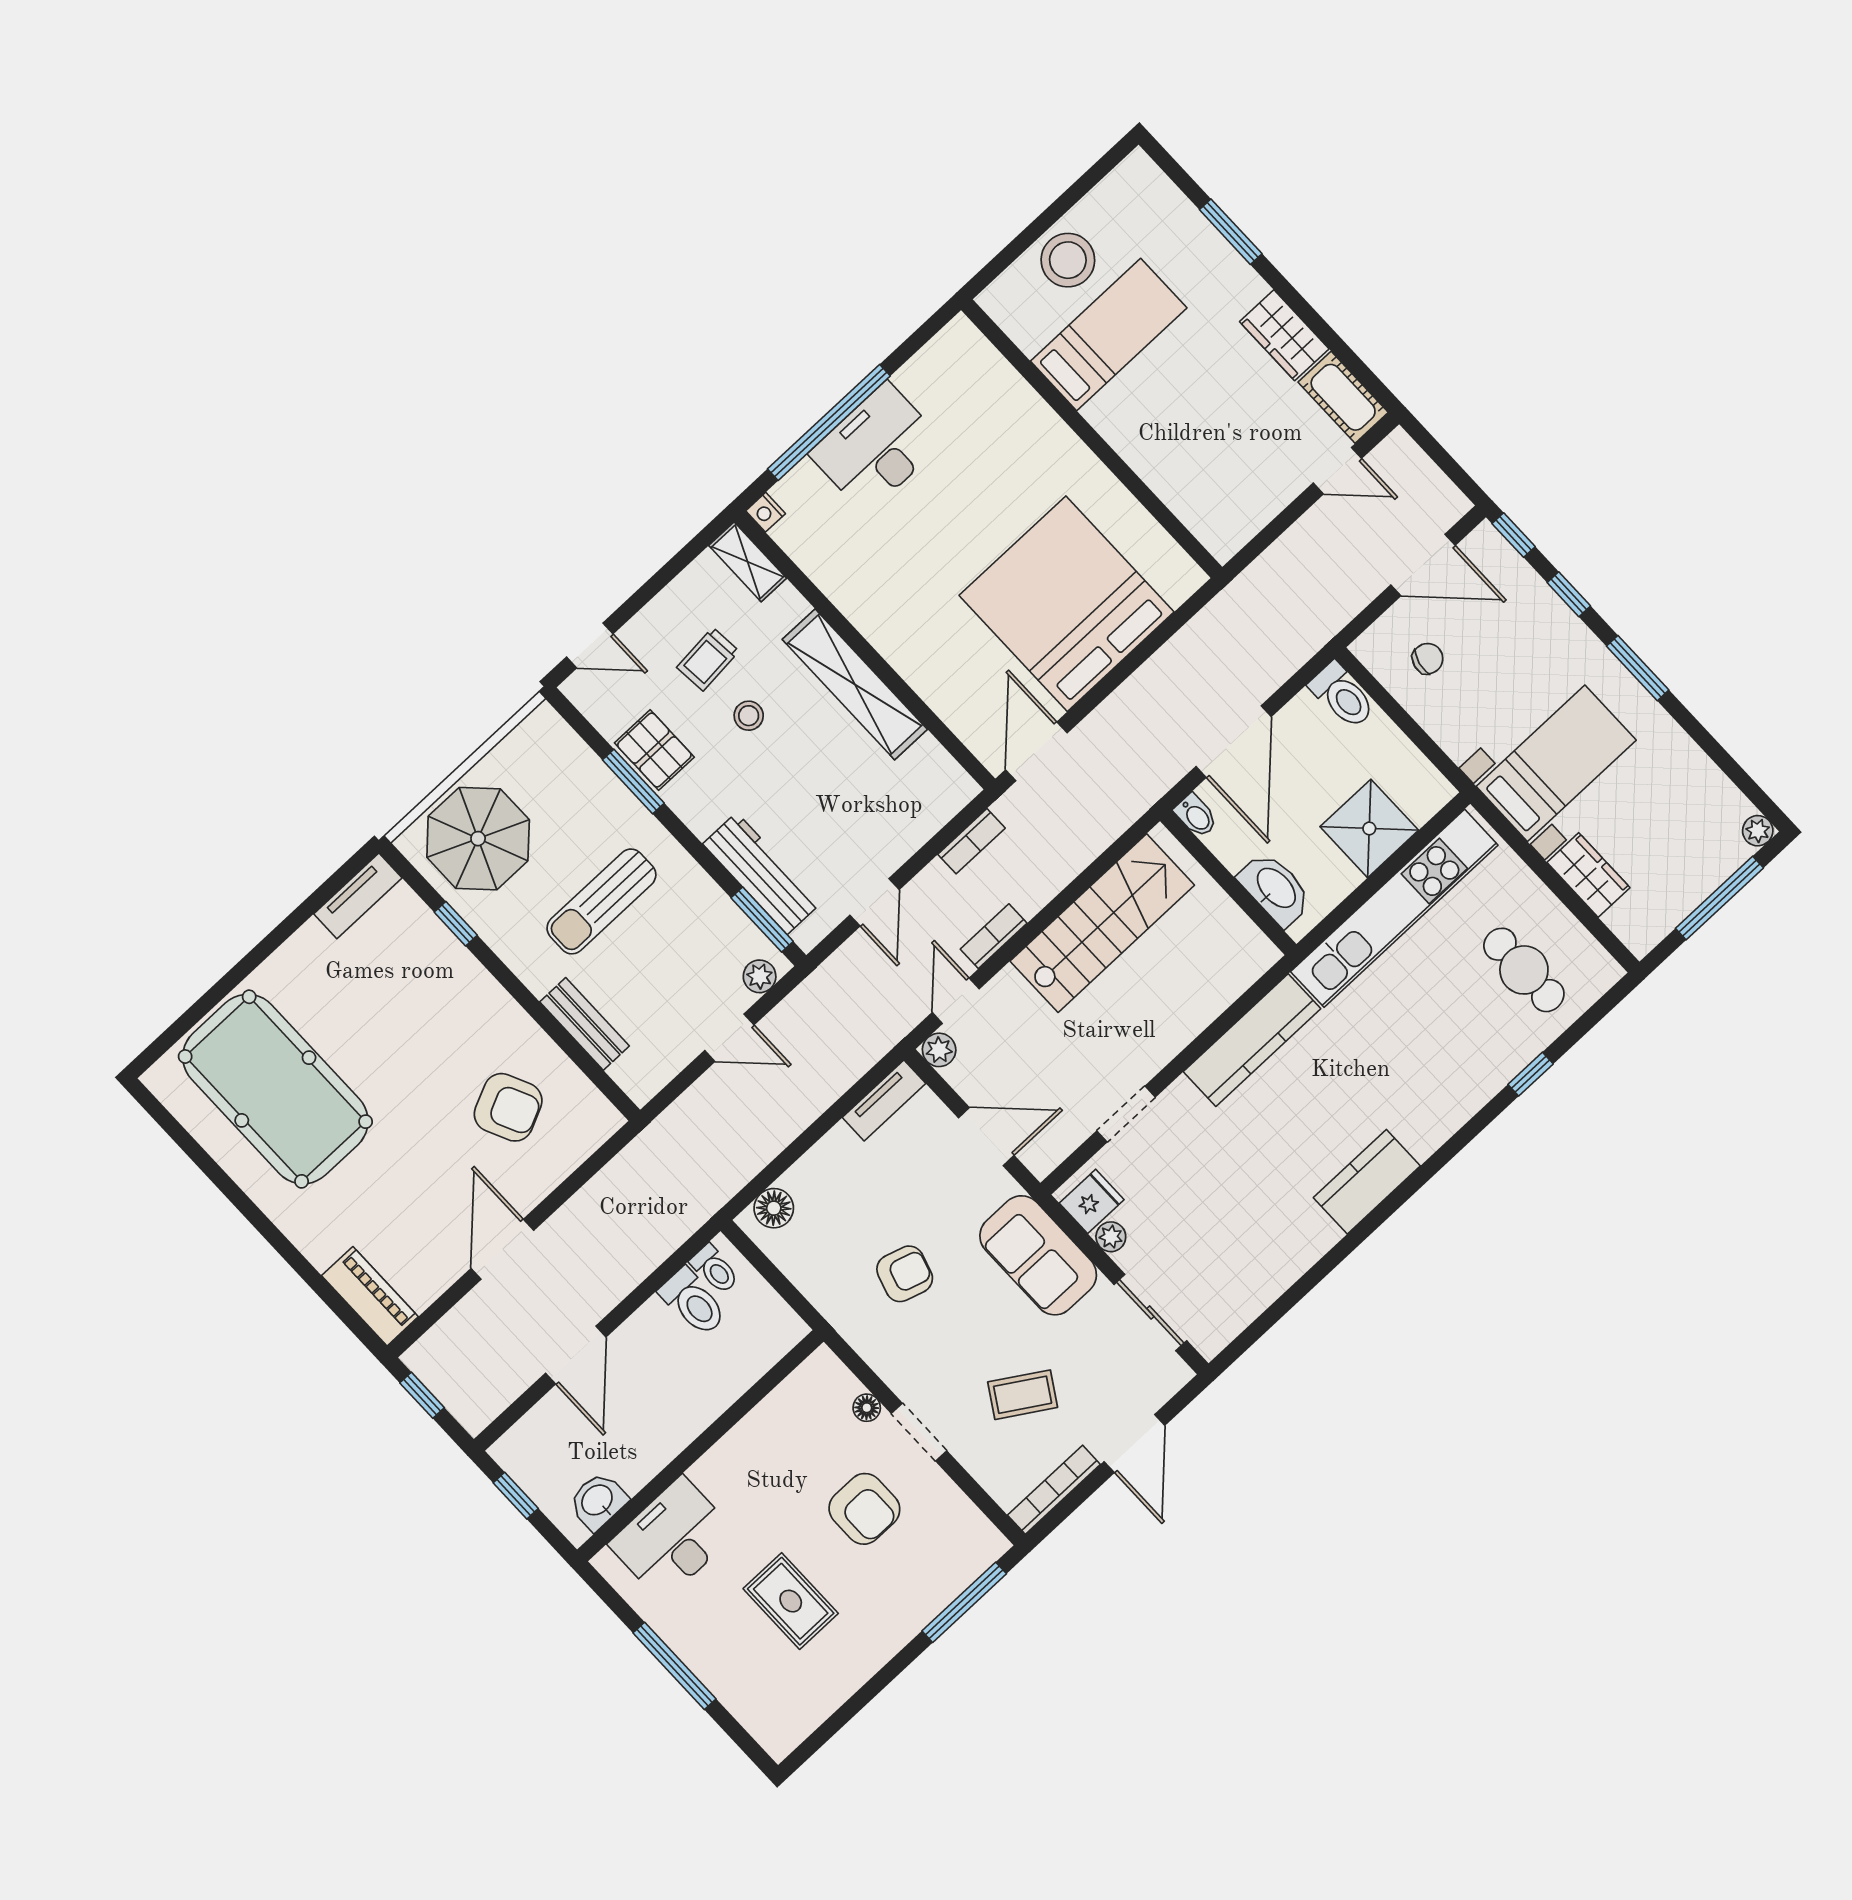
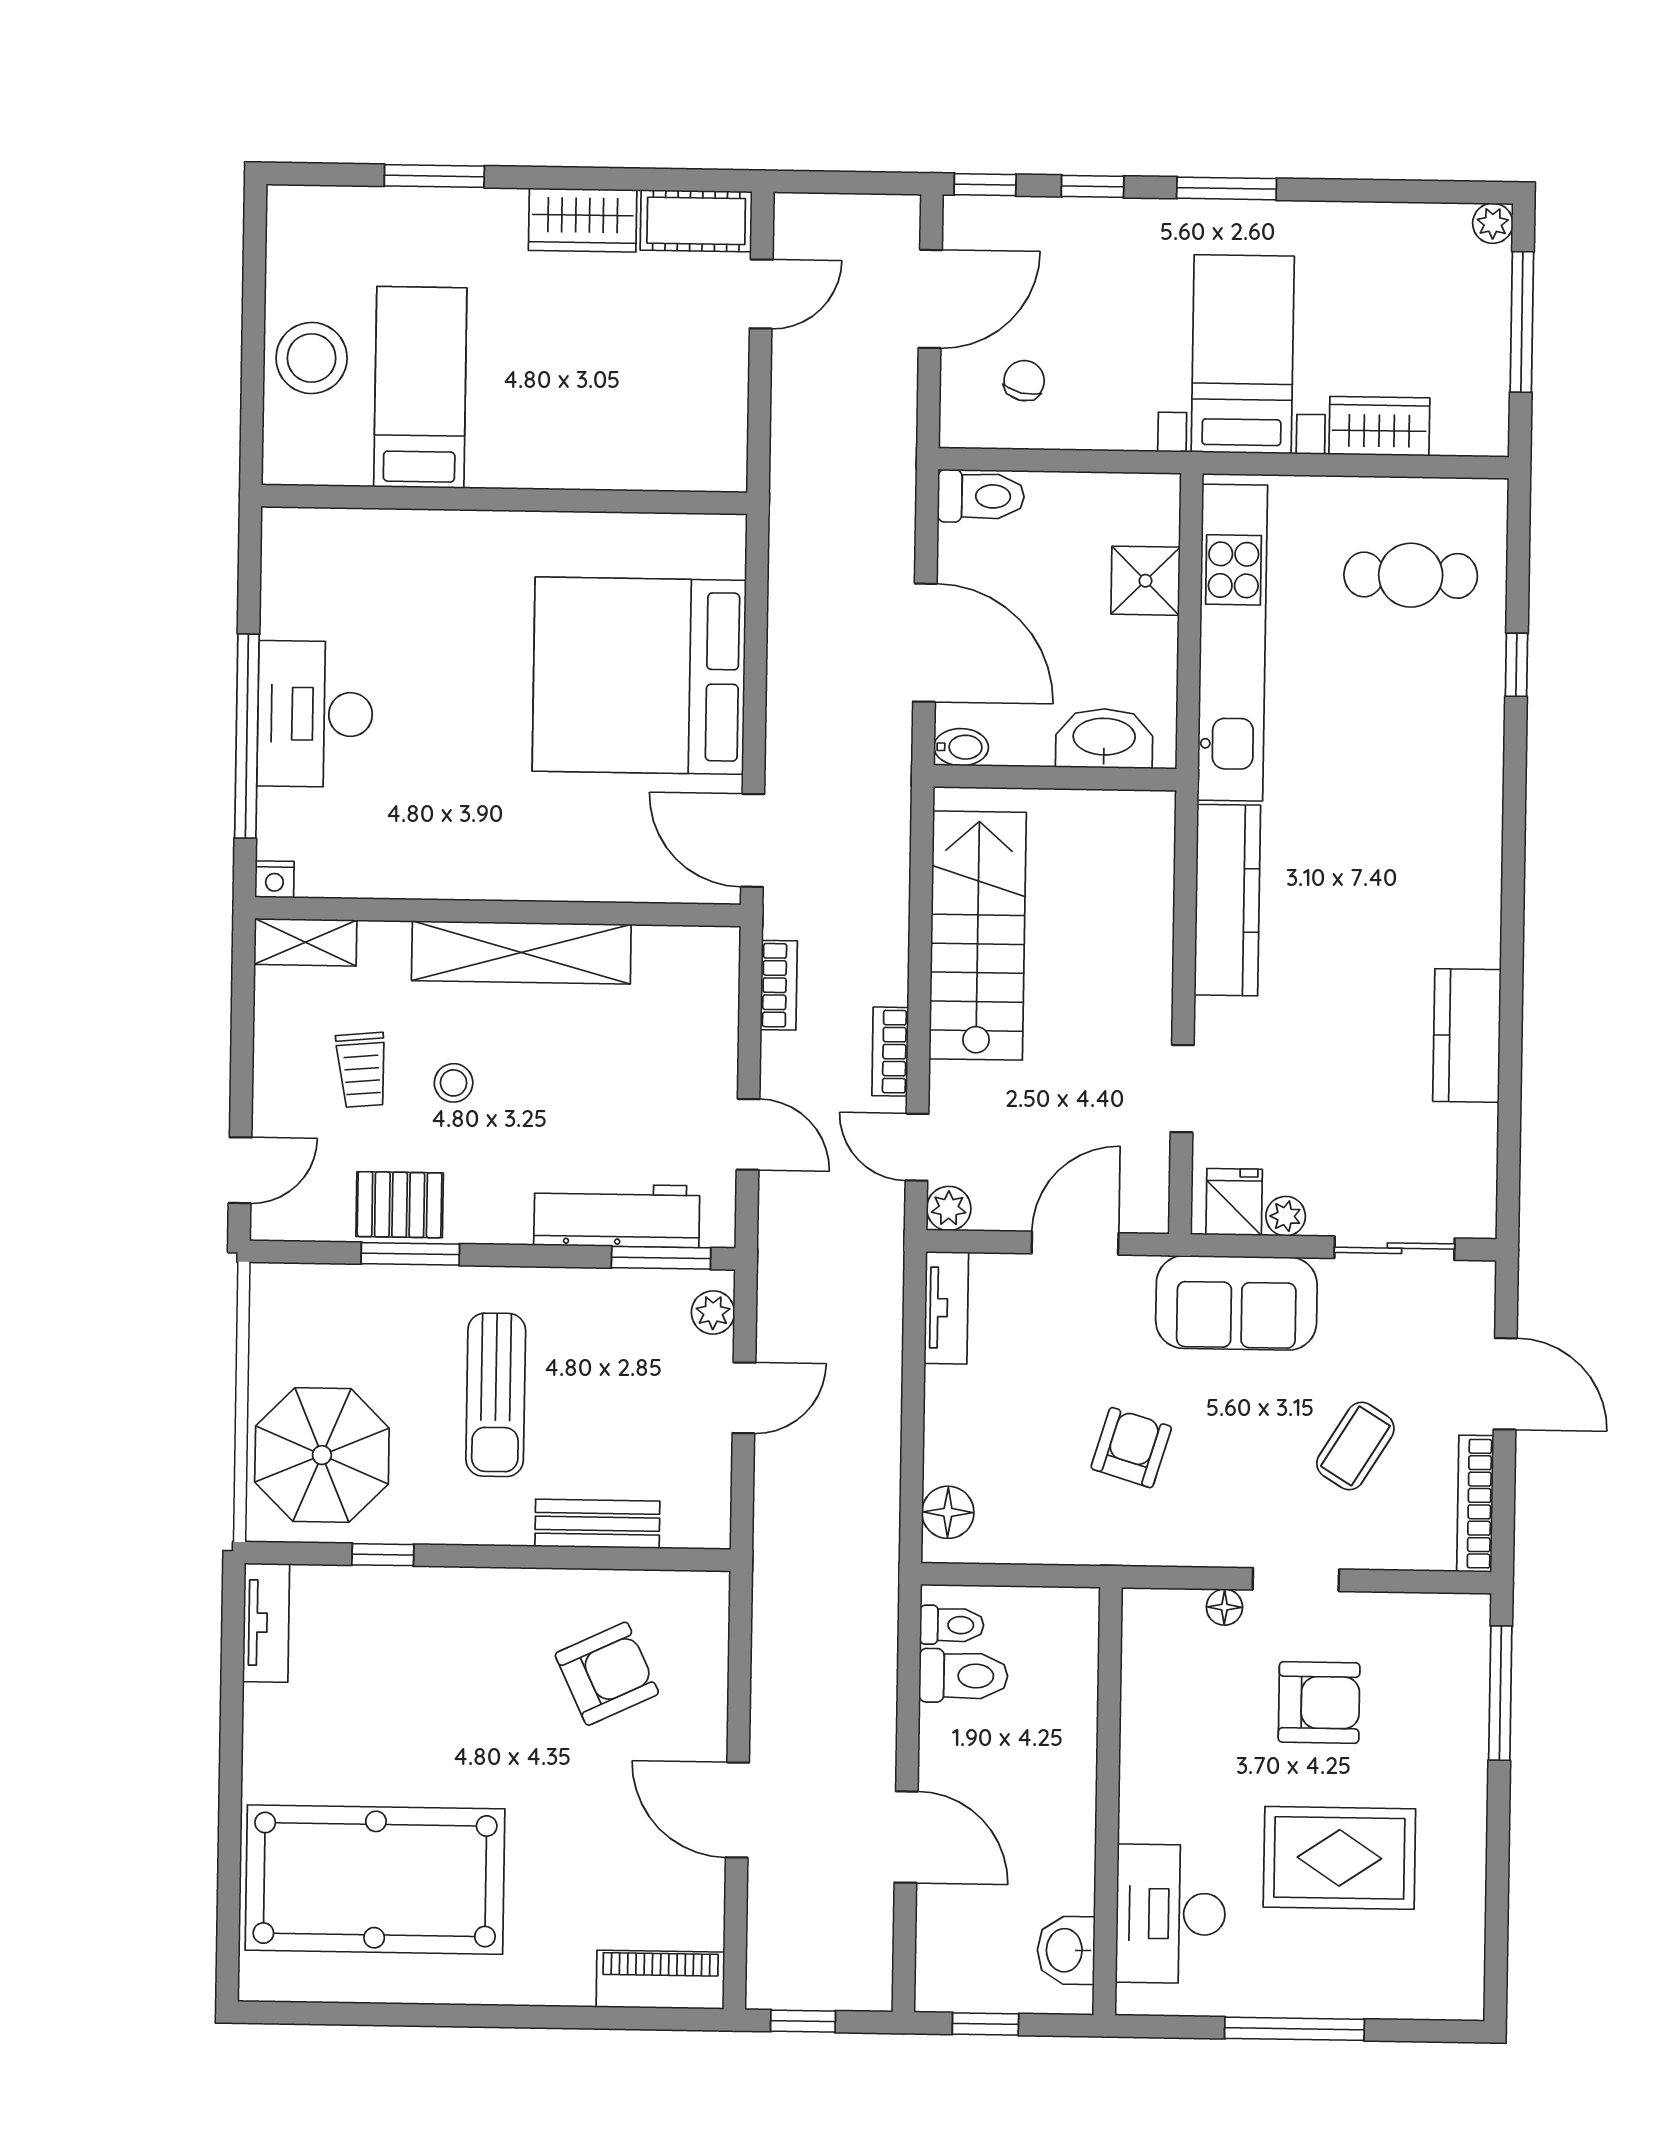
shower: (1369, 828) -> (1145, 581), width x0.73, depth x0.73
kitchen counter: (1367, 1182) -> (1467, 1035), moved
rug: (791, 1601) -> (1339, 1858), width x1.36, depth x1.43

